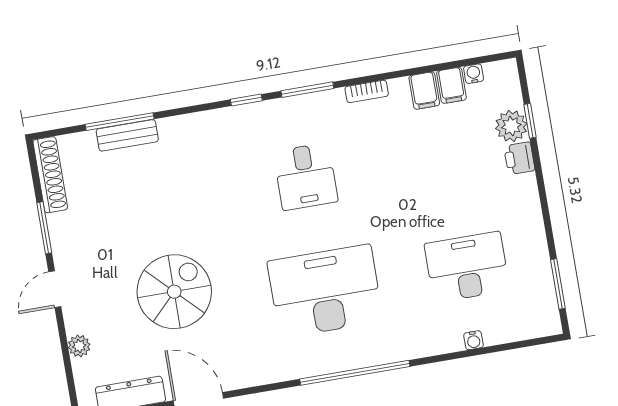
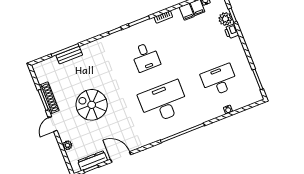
shoe rack: (50, 175) -> (49, 98), moved
spiral stairs: (174, 292) -> (92, 105), moved, turned -90

